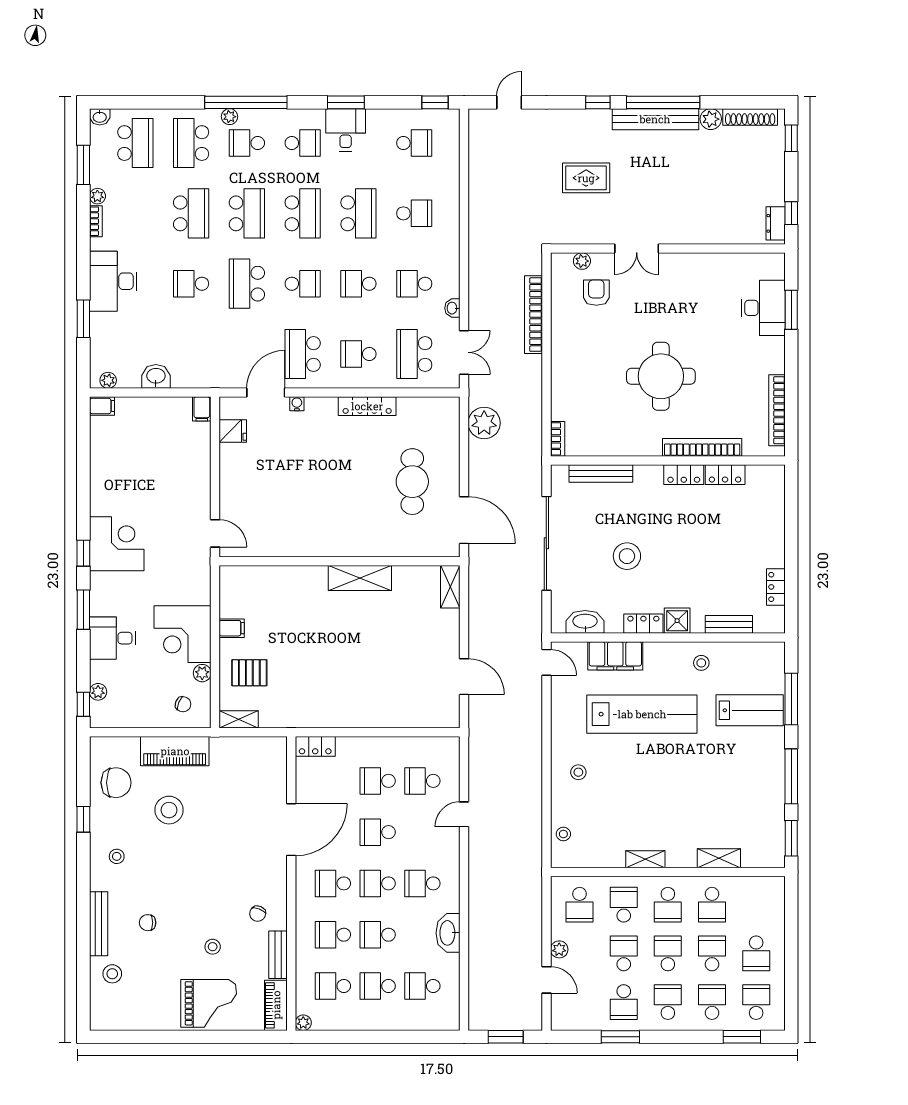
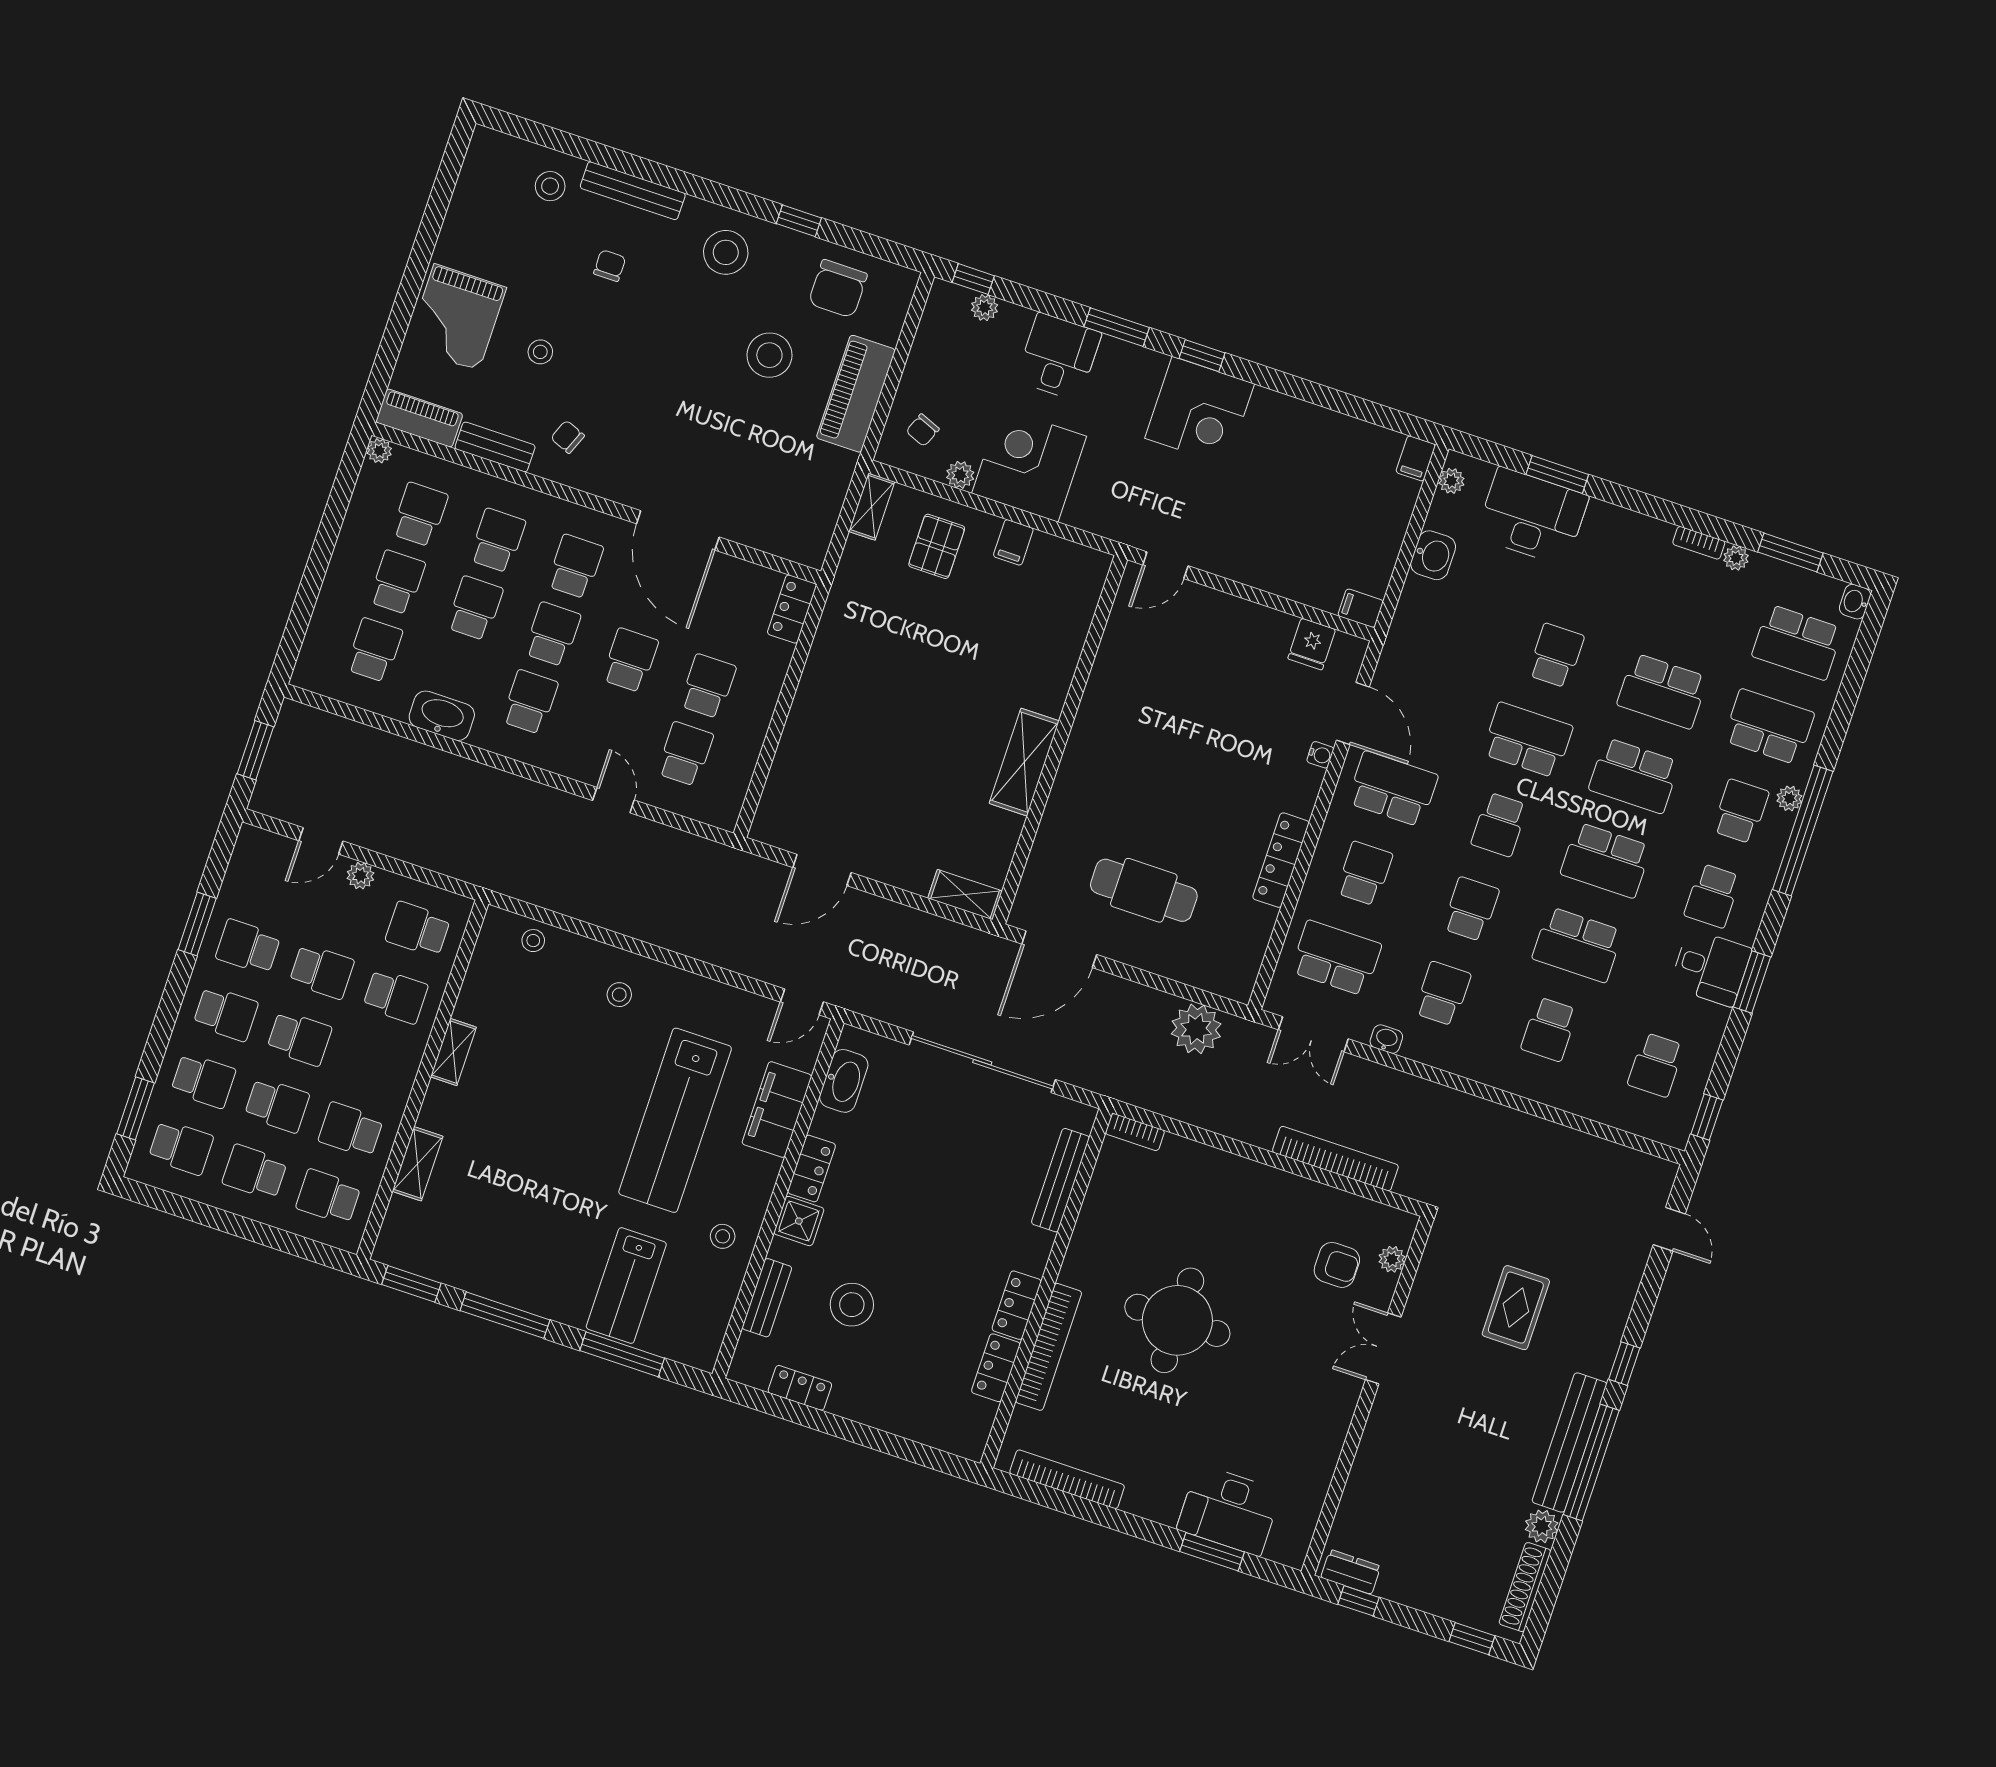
desk: (113, 281) -> (1532, 516), moved
stool: (627, 556) -> (852, 1305), moved
stool: (117, 856) -> (726, 252), width x1.89, depth x1.89
school desk: (668, 905) -> (328, 1197), moved

